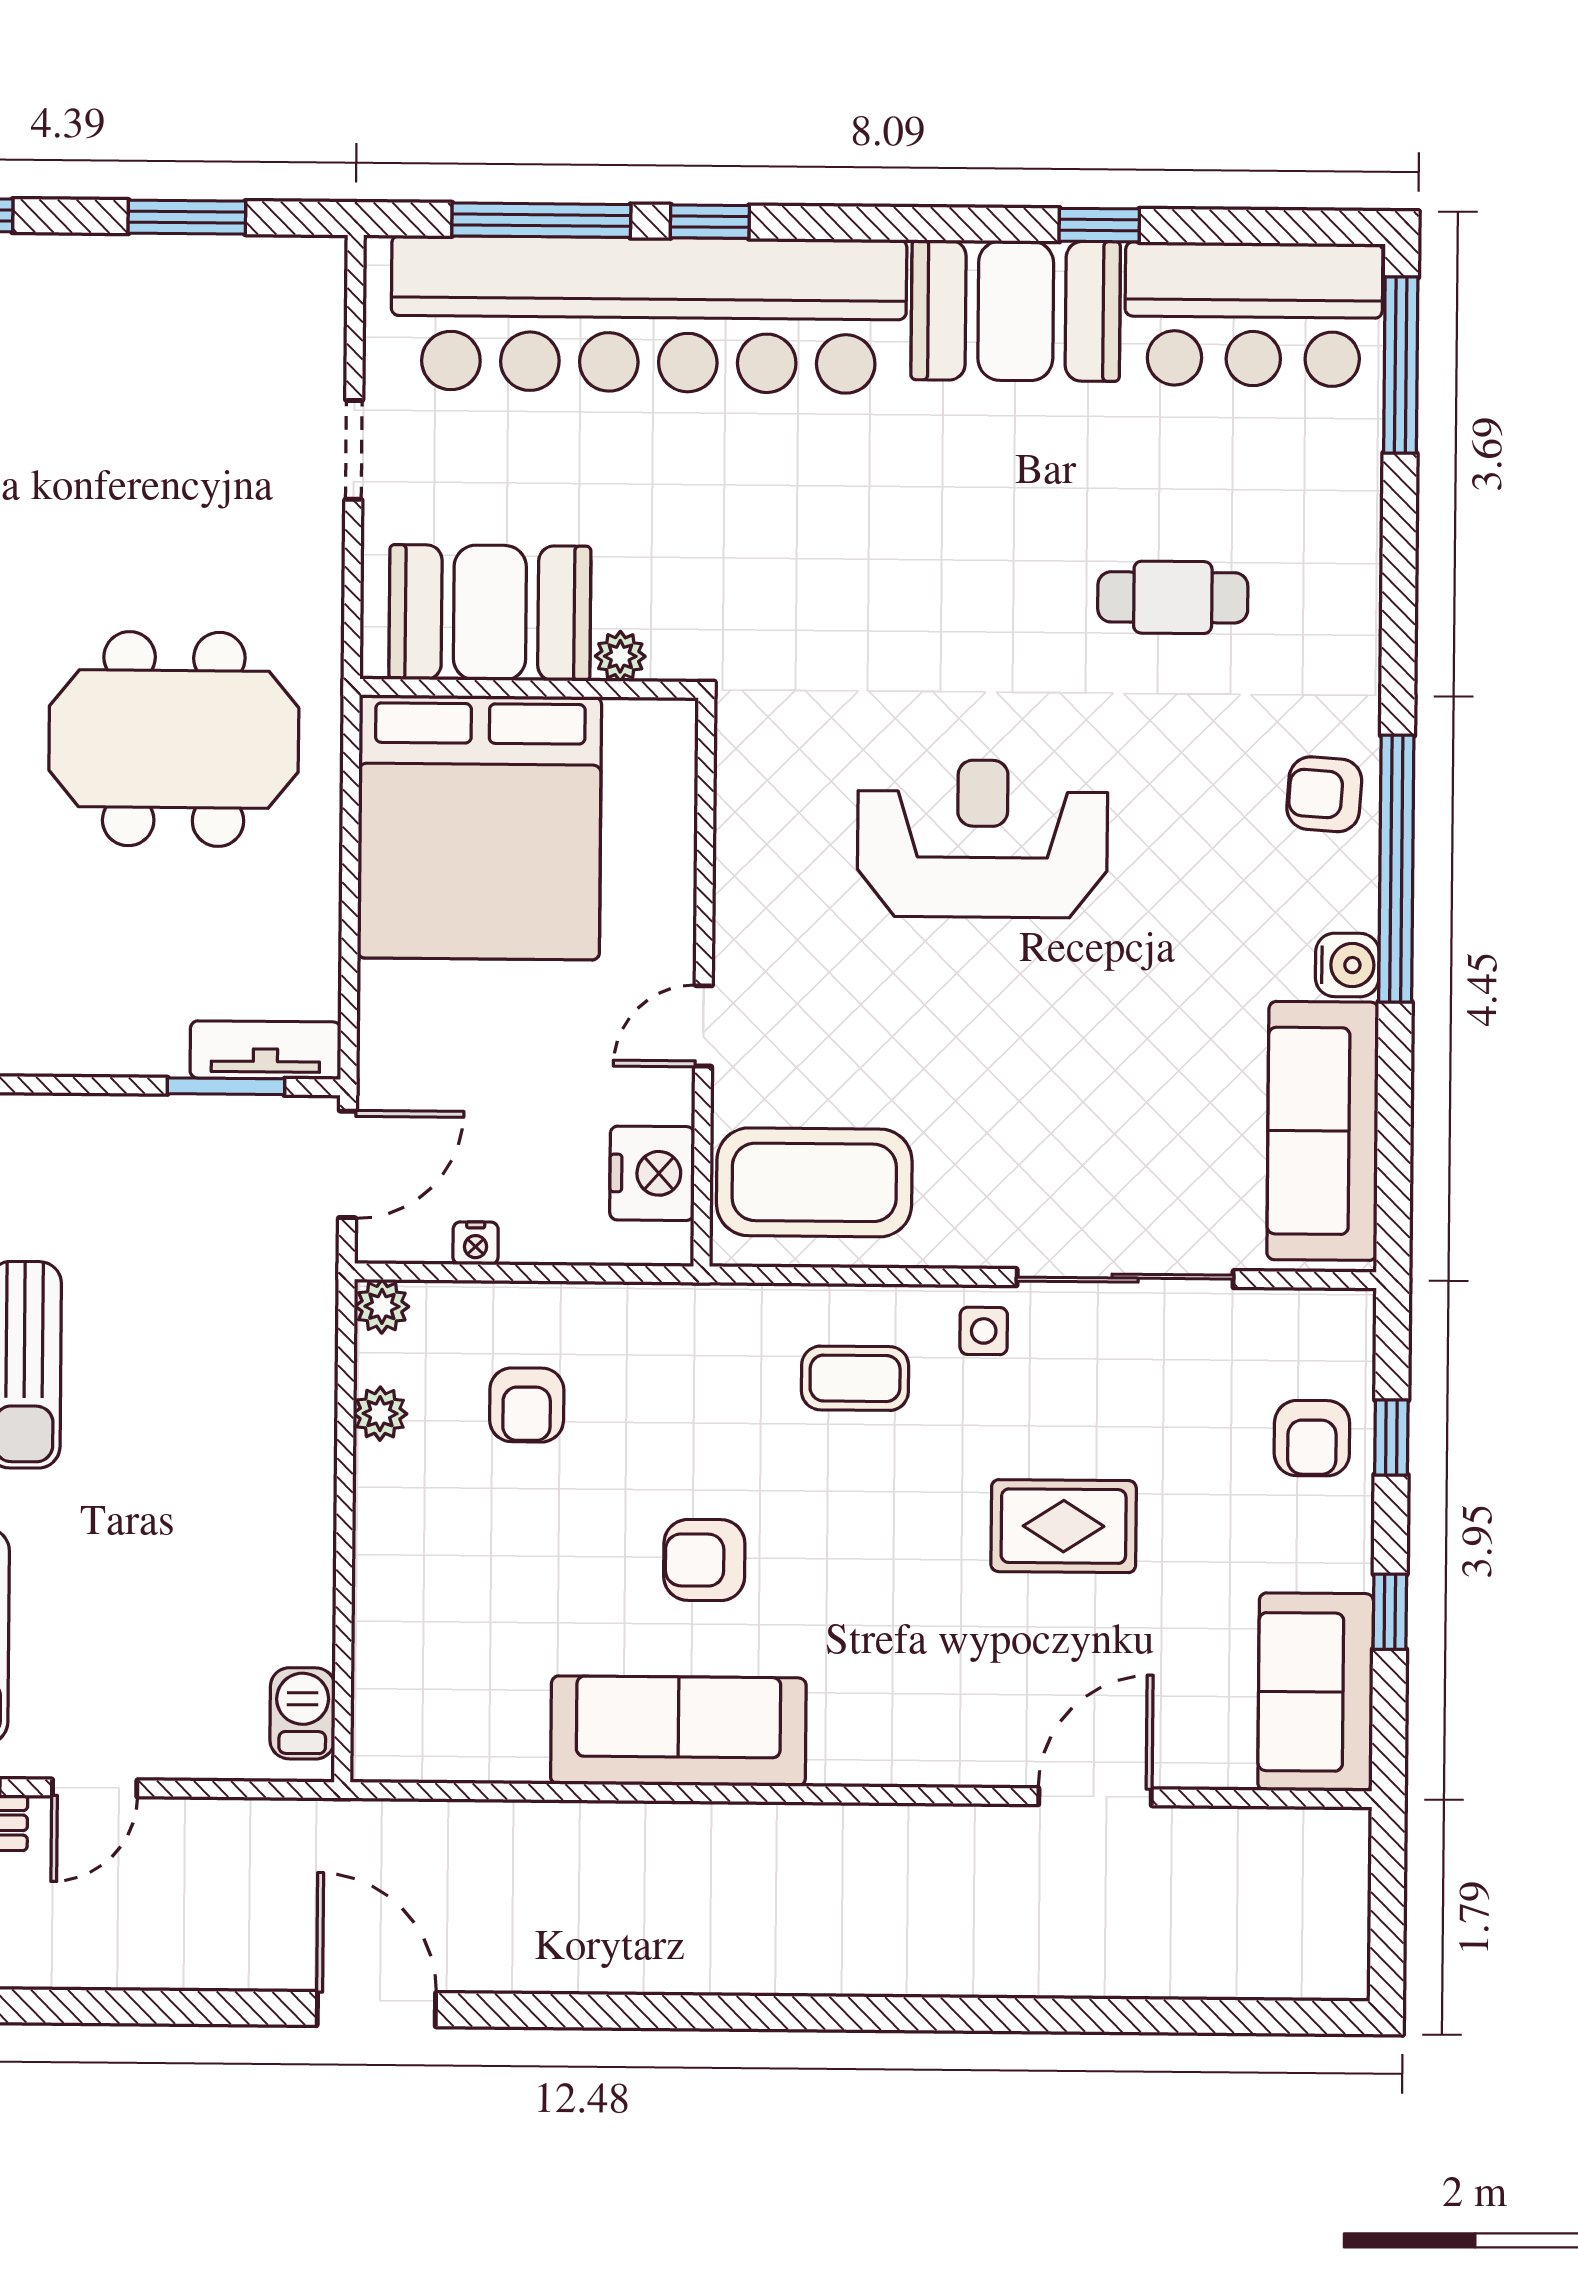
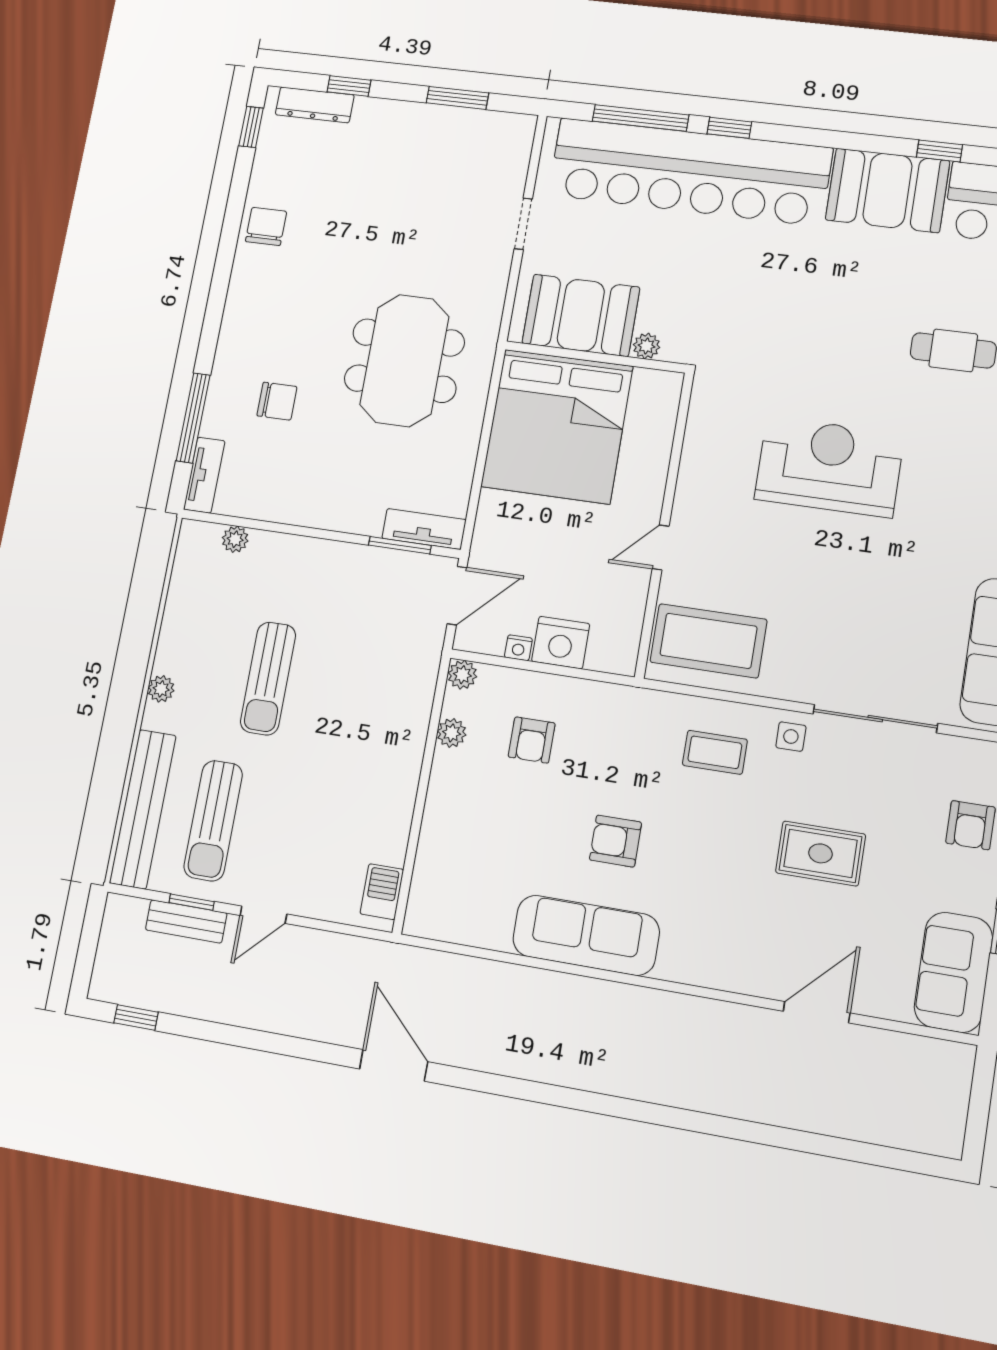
meeting table: (174, 739) -> (404, 361), turned 90
nightstand: (652, 1173) -> (561, 643), moved, turned 90

